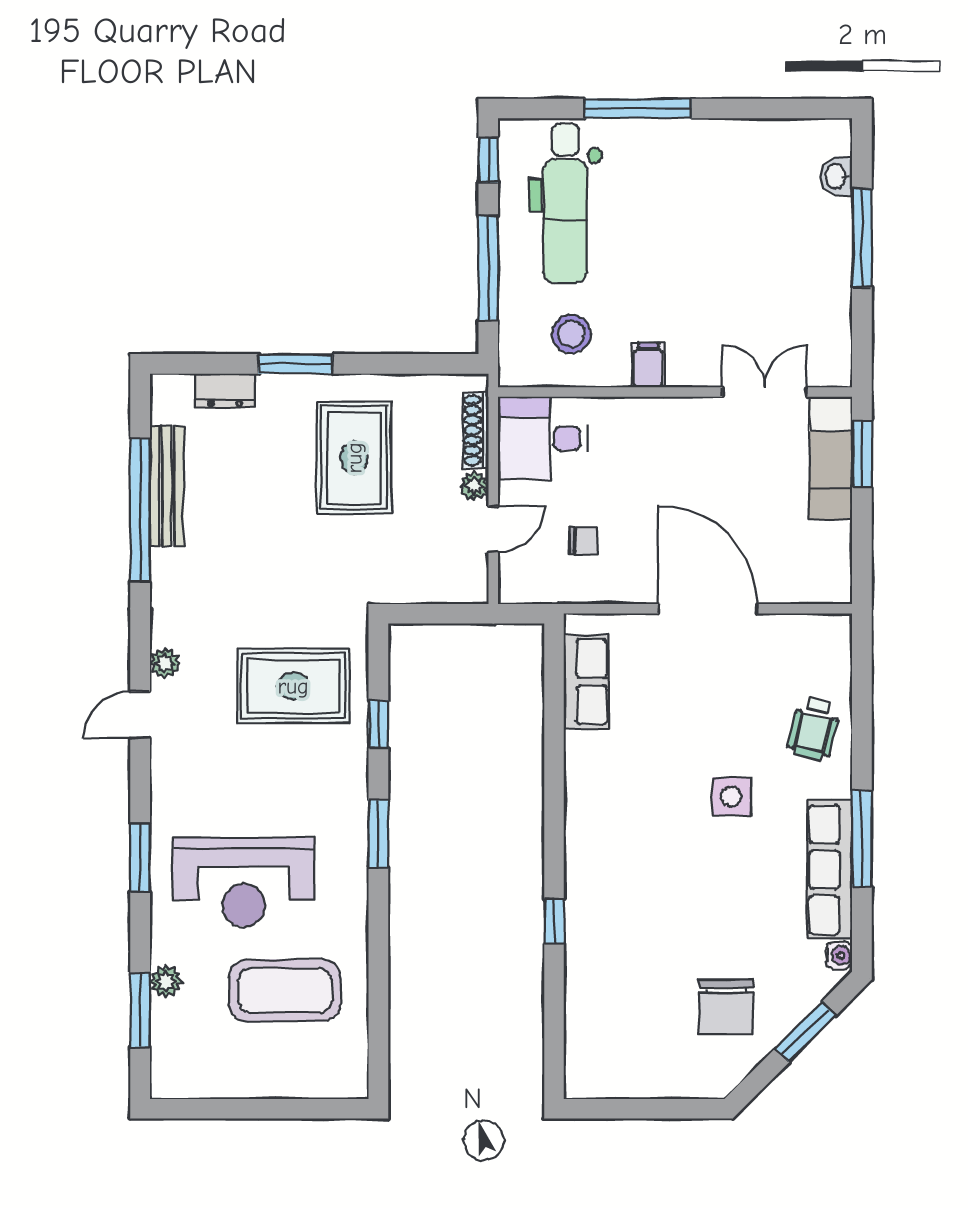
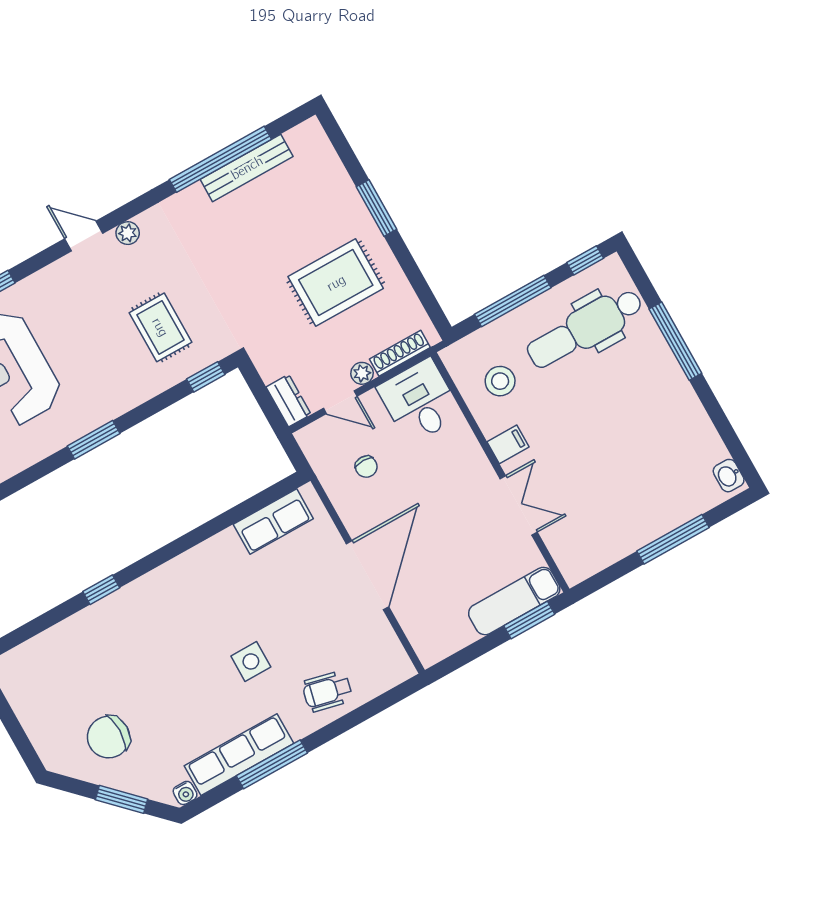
washbasin: (836, 176) -> (729, 476), moved, turned -90
dresser: (225, 390) -> (289, 401), moved, turned 180
double door: (765, 392) -> (519, 505), moved
rug: (293, 686) -> (160, 327), width x0.73, depth x0.70
window: (378, 724) -> (206, 377), moved

